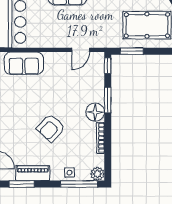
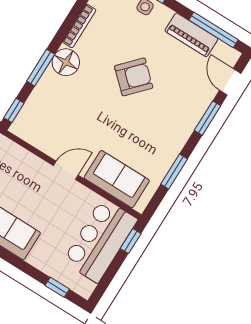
door: (81, 50) -> (66, 170), moved
window: (22, 184) -> (214, 30), width x1.44

